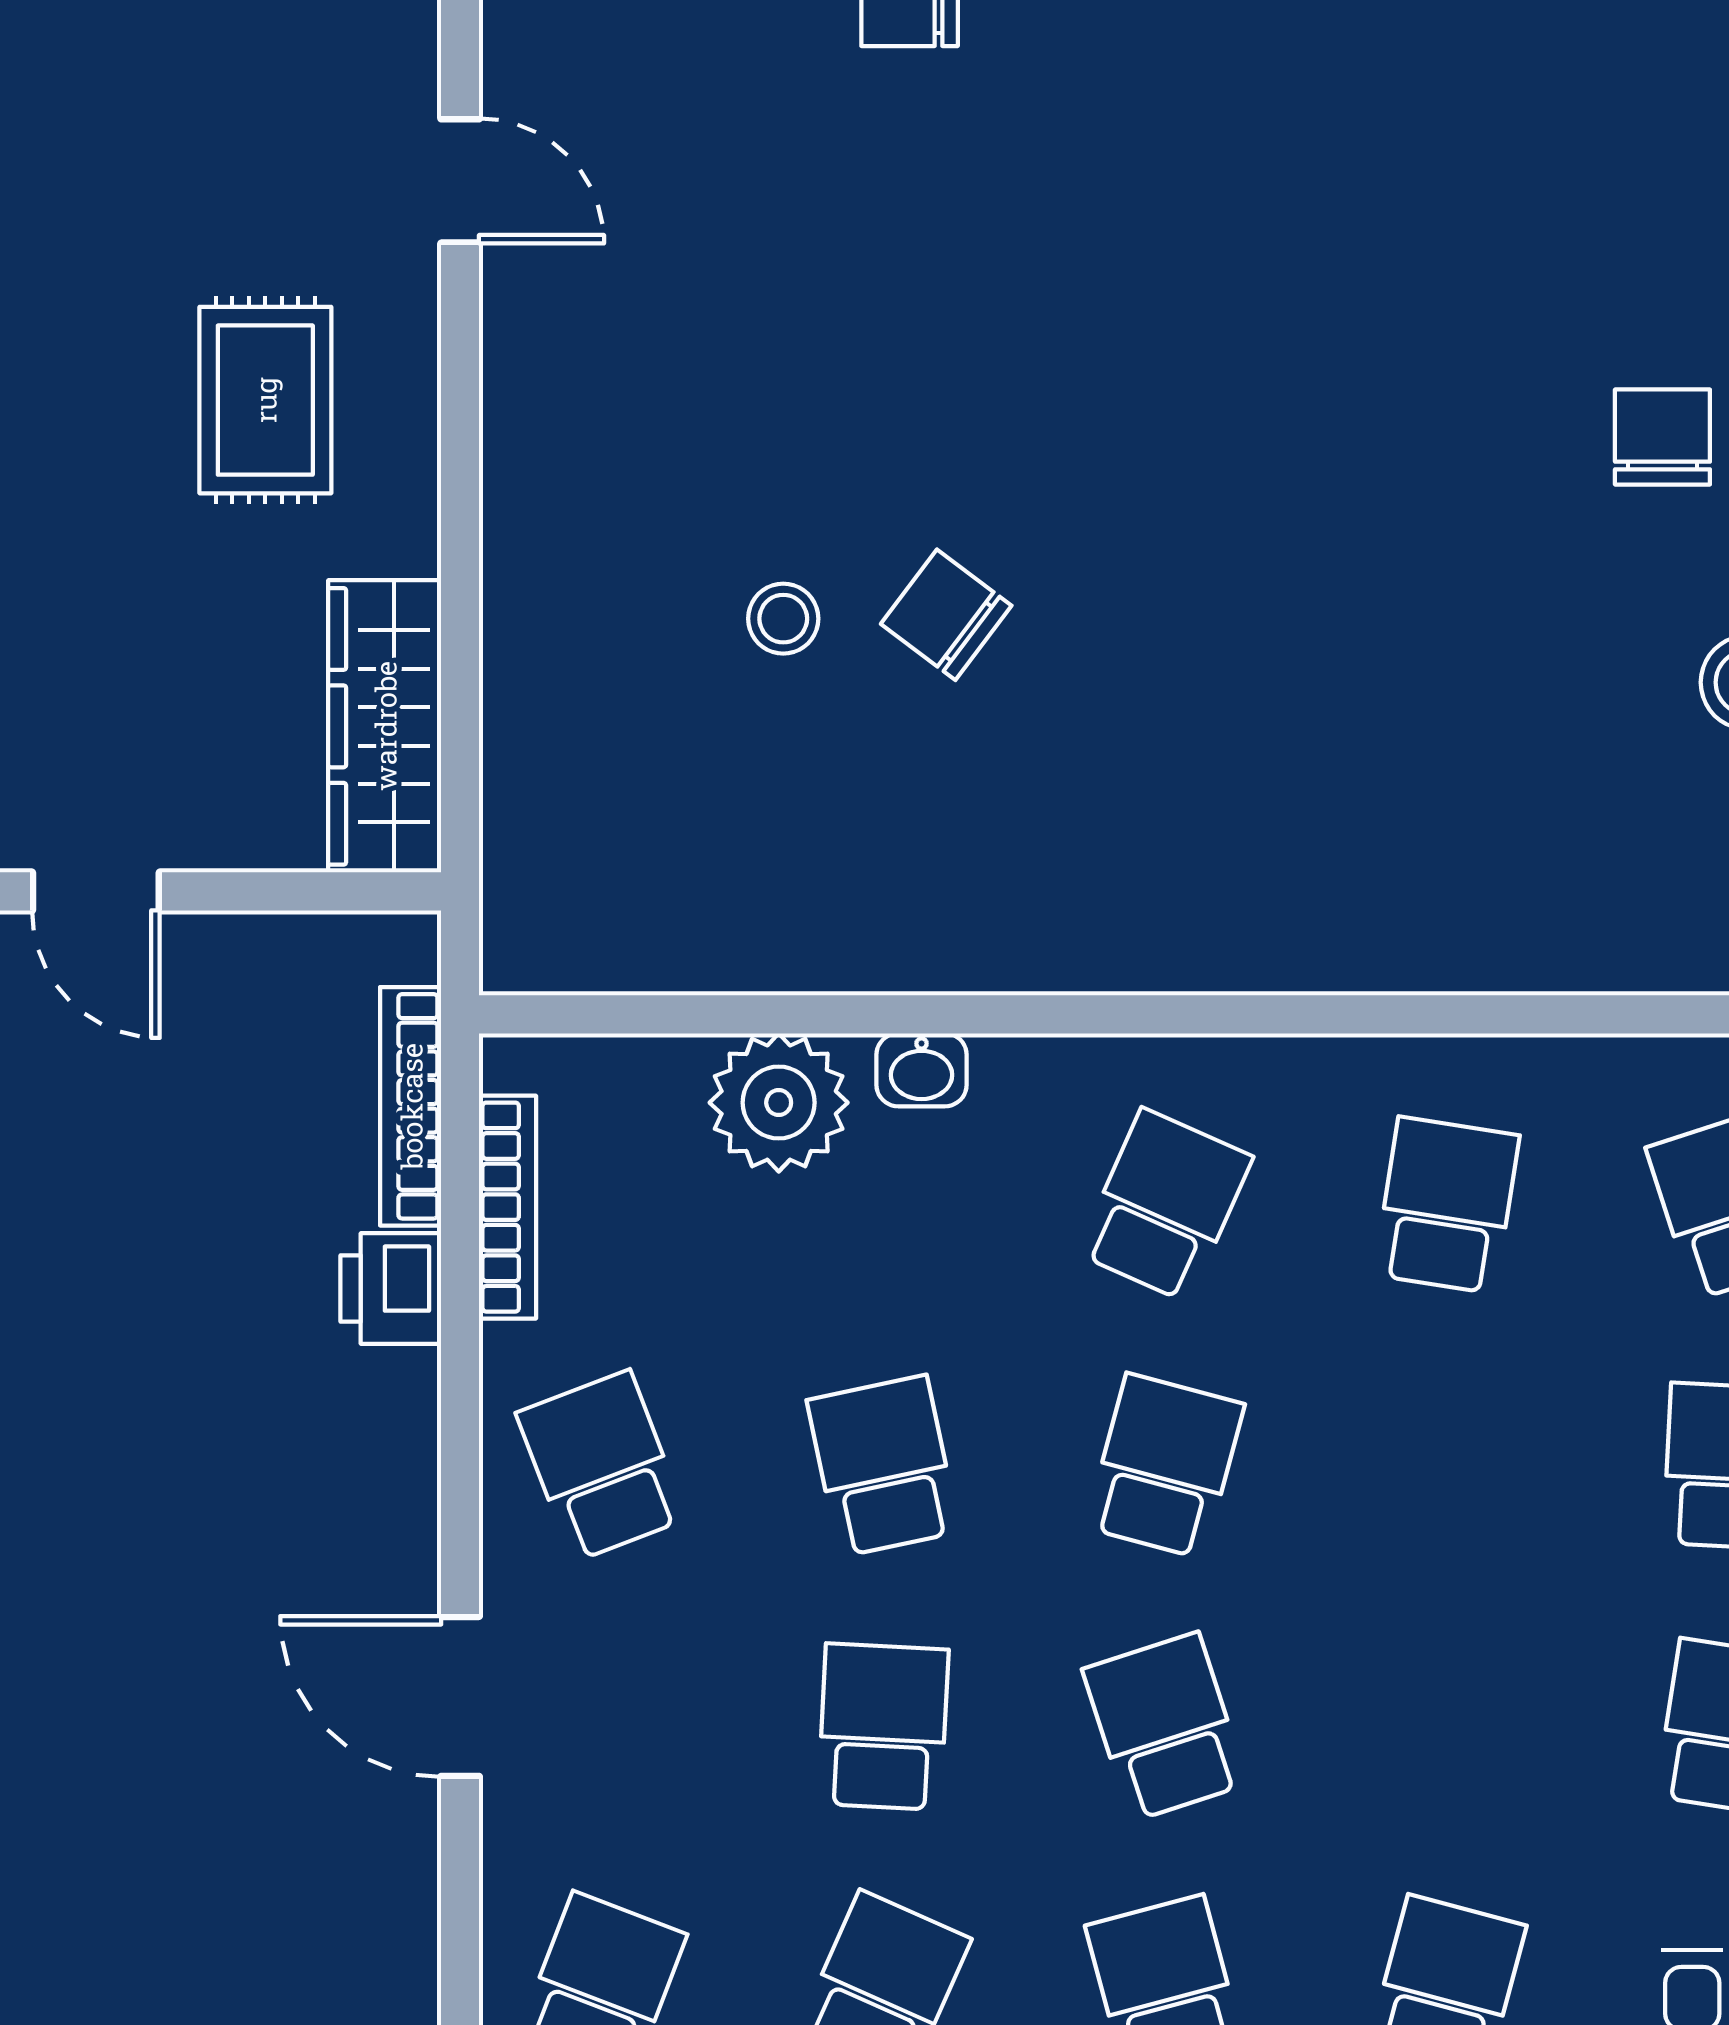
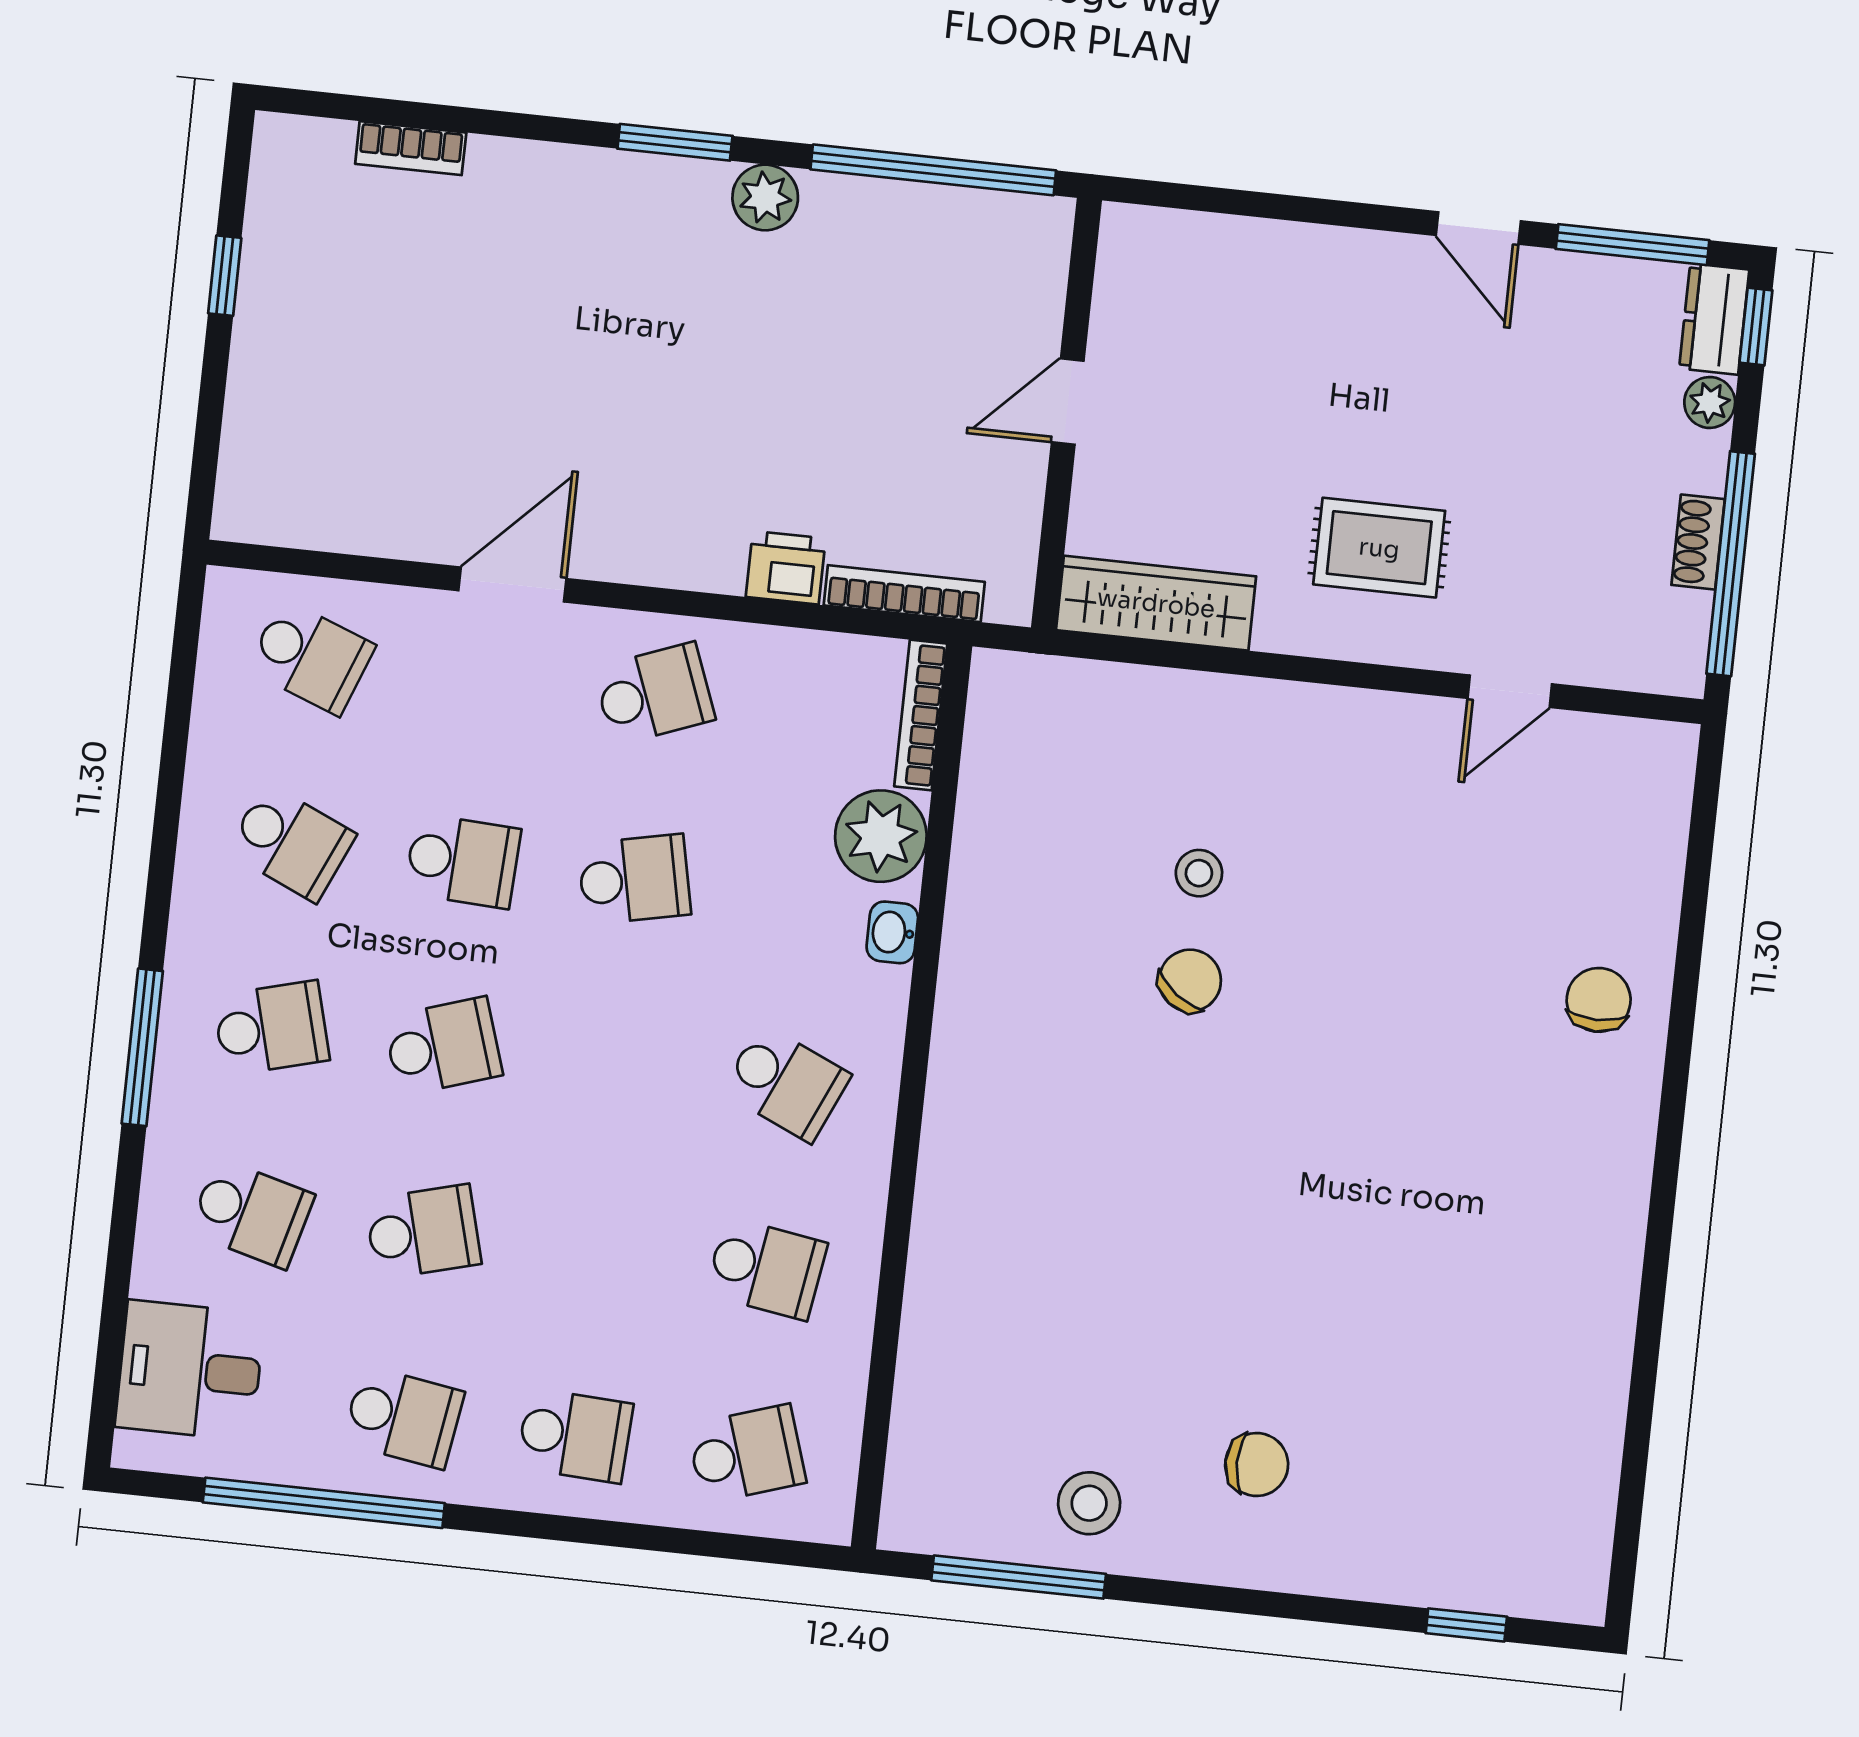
bookcase: (508, 1207) -> (921, 715), moved, turned 90
school desk: (1165, 1466) -> (423, 1232), moved, turned -30

